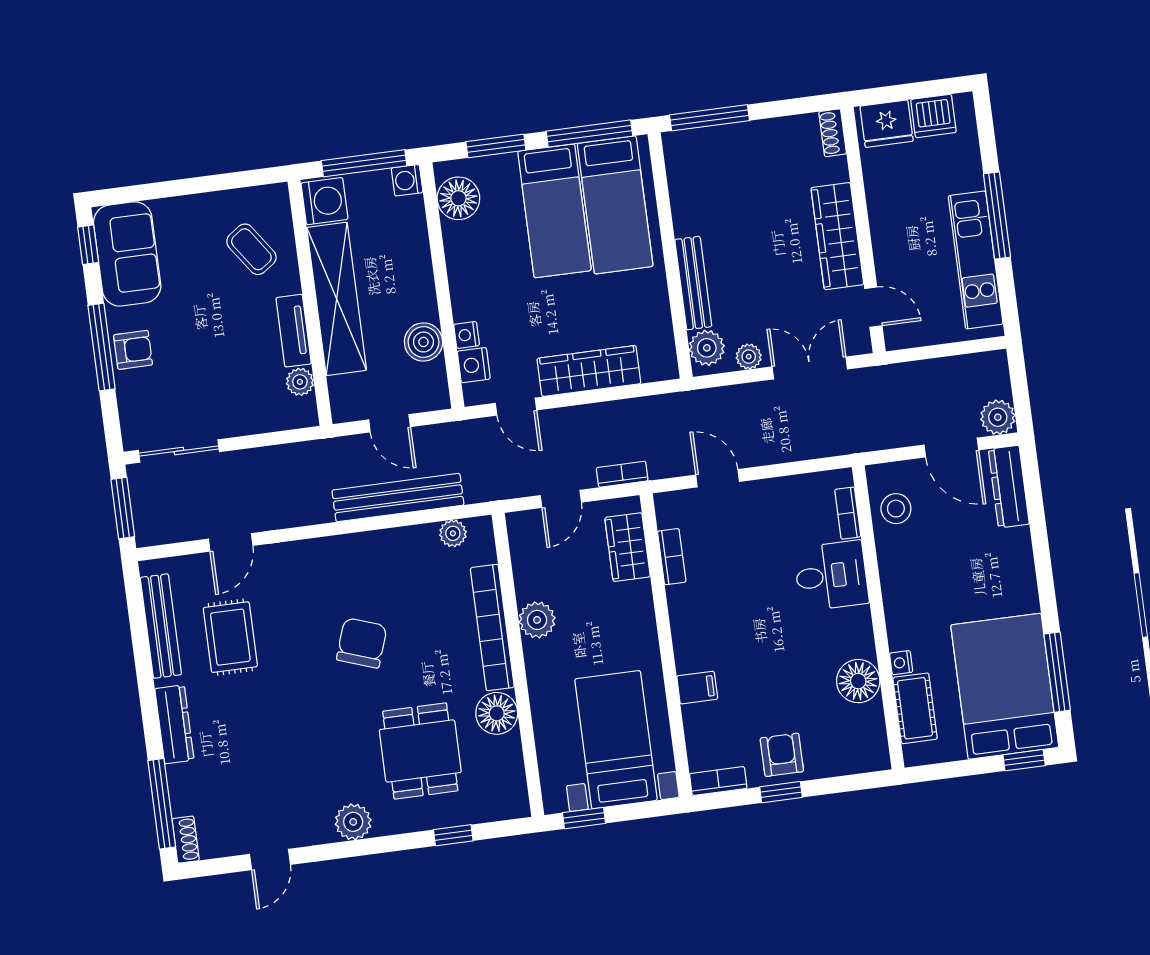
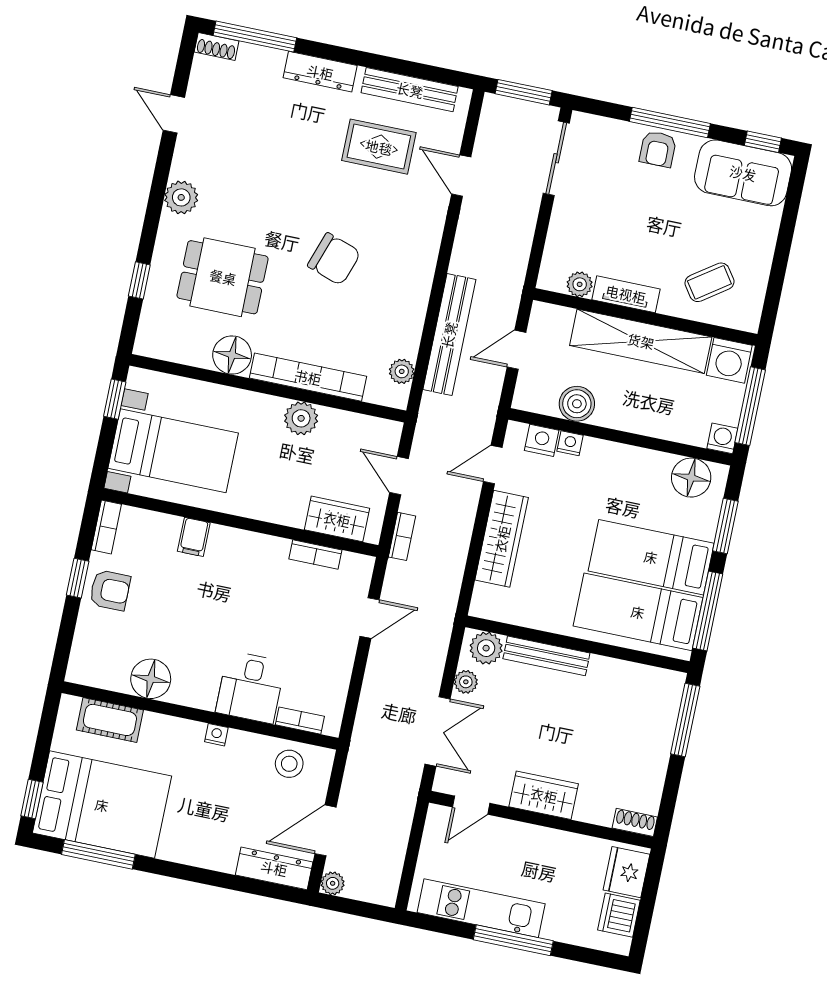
wardrobe: (837, 236) -> (544, 795), width x0.67
plant: (998, 417) -> (333, 883), width x0.73, depth x0.73
nightstand: (901, 663) -> (216, 735), moved

